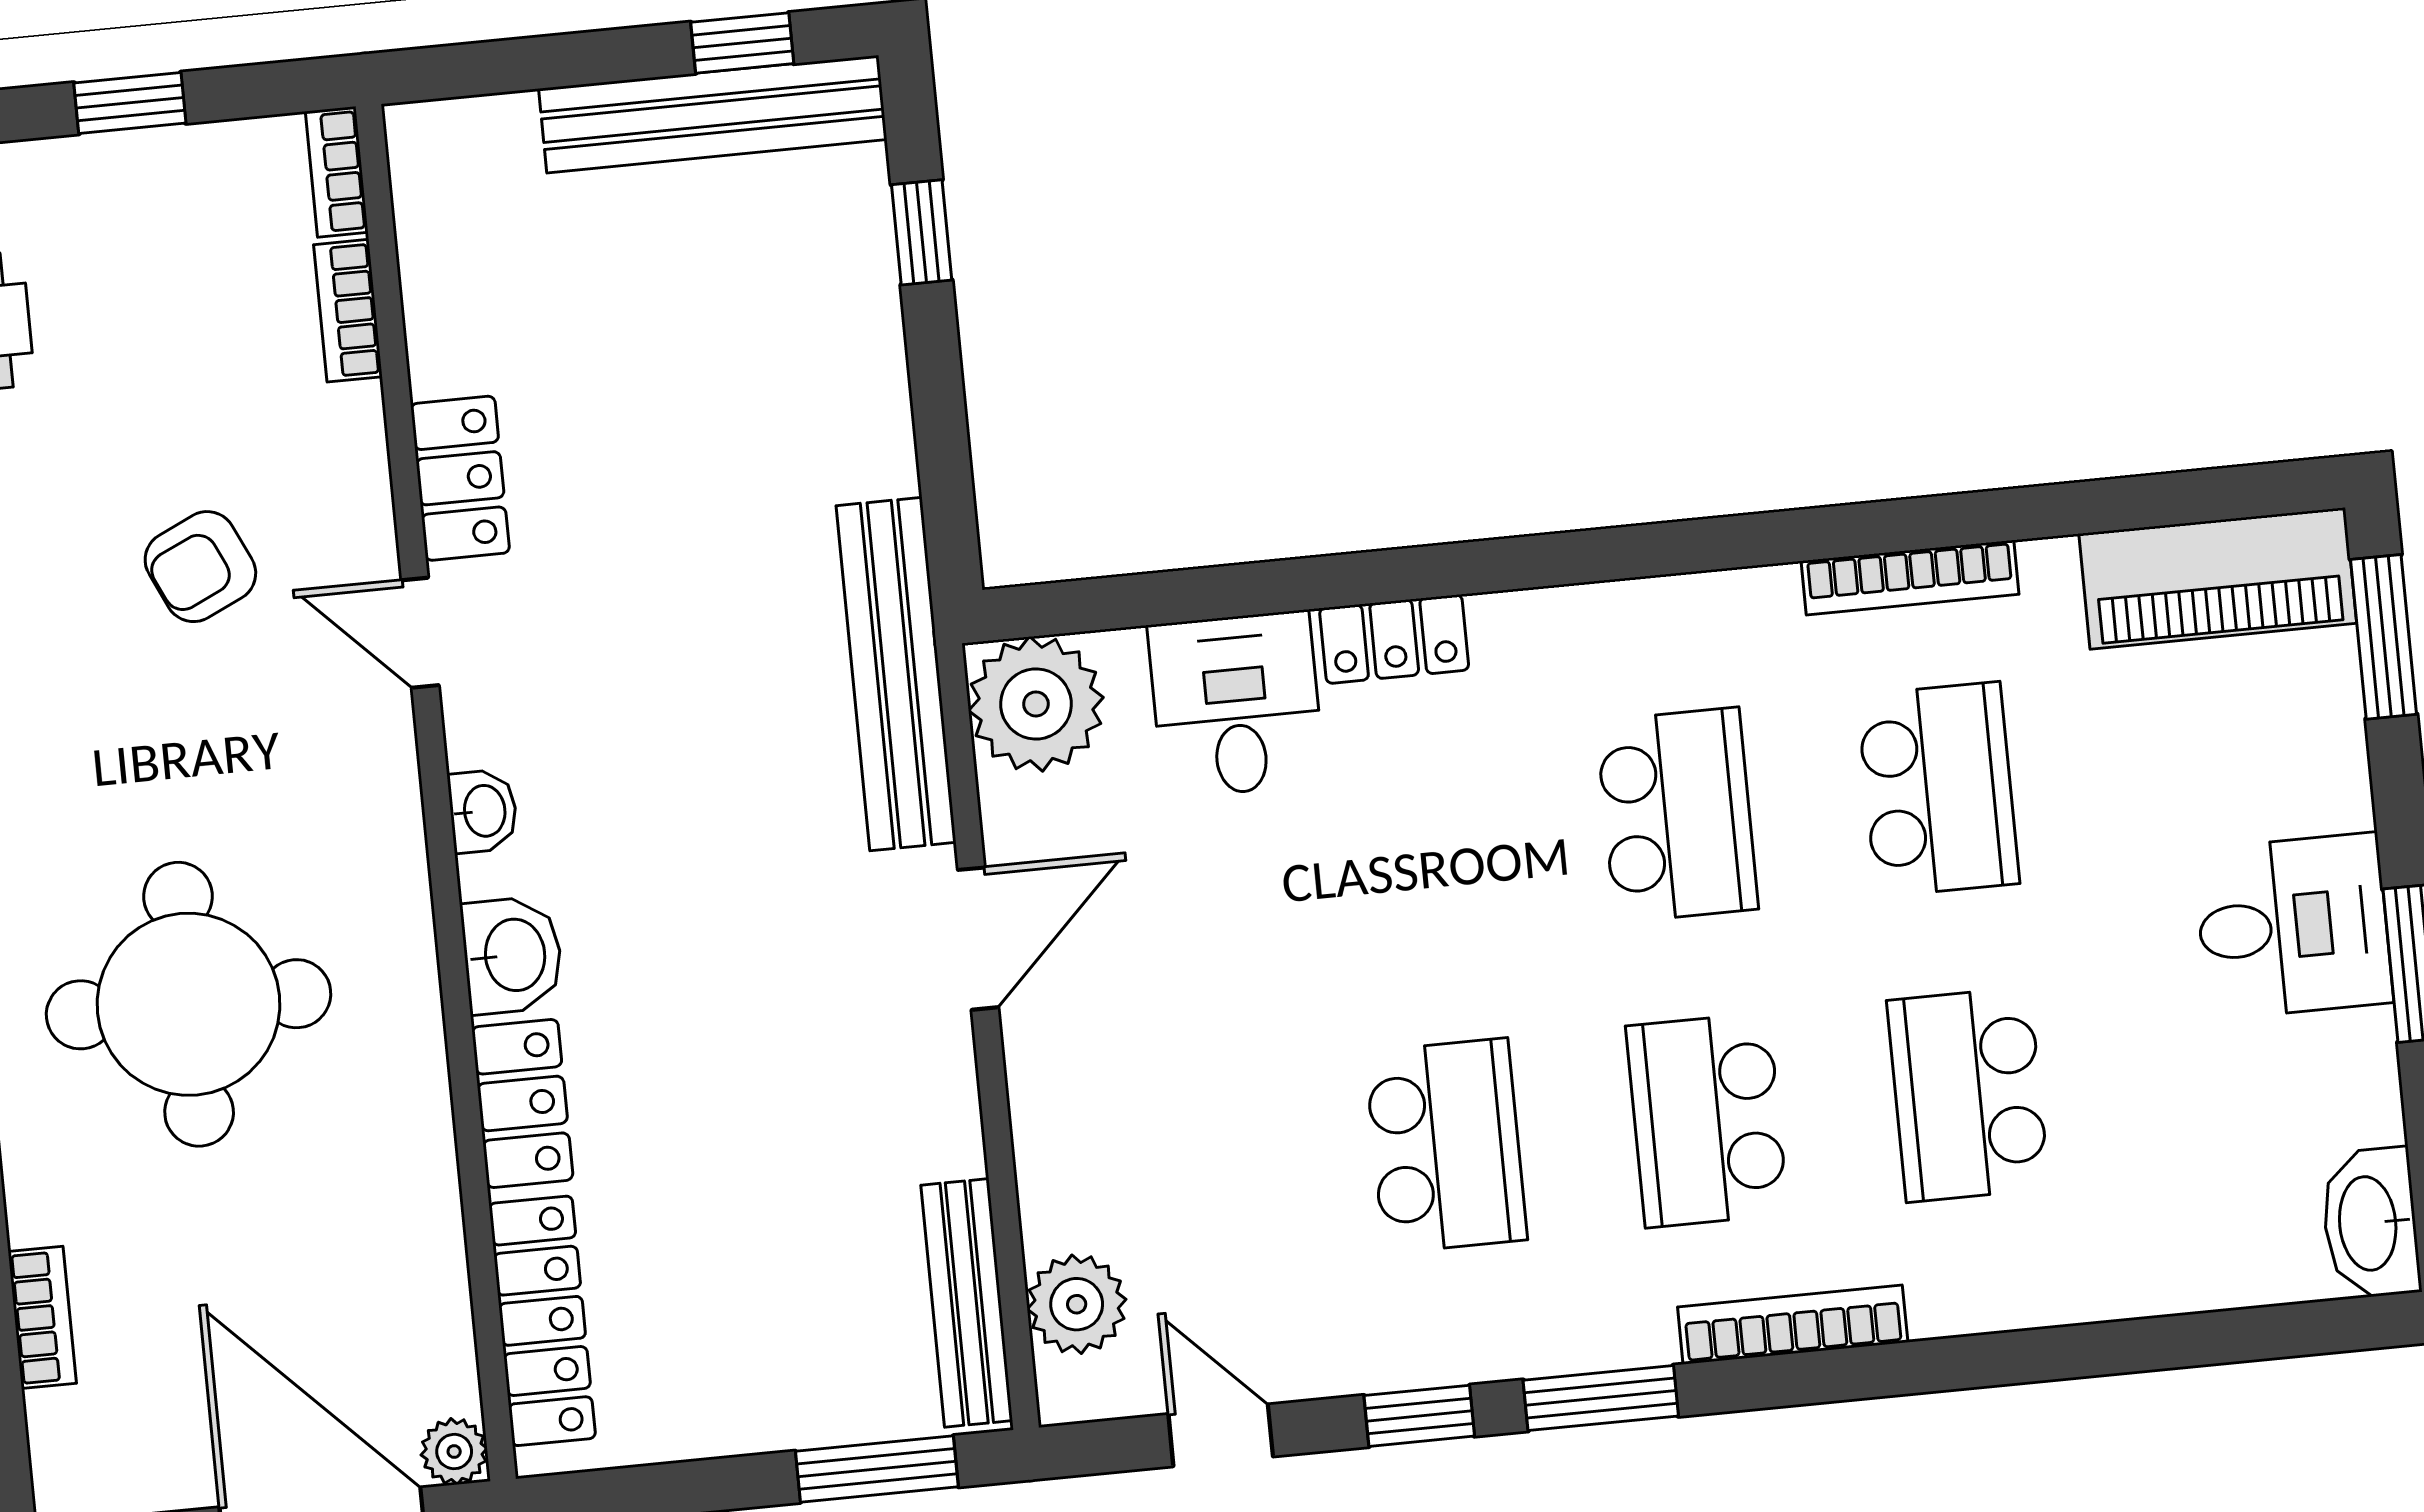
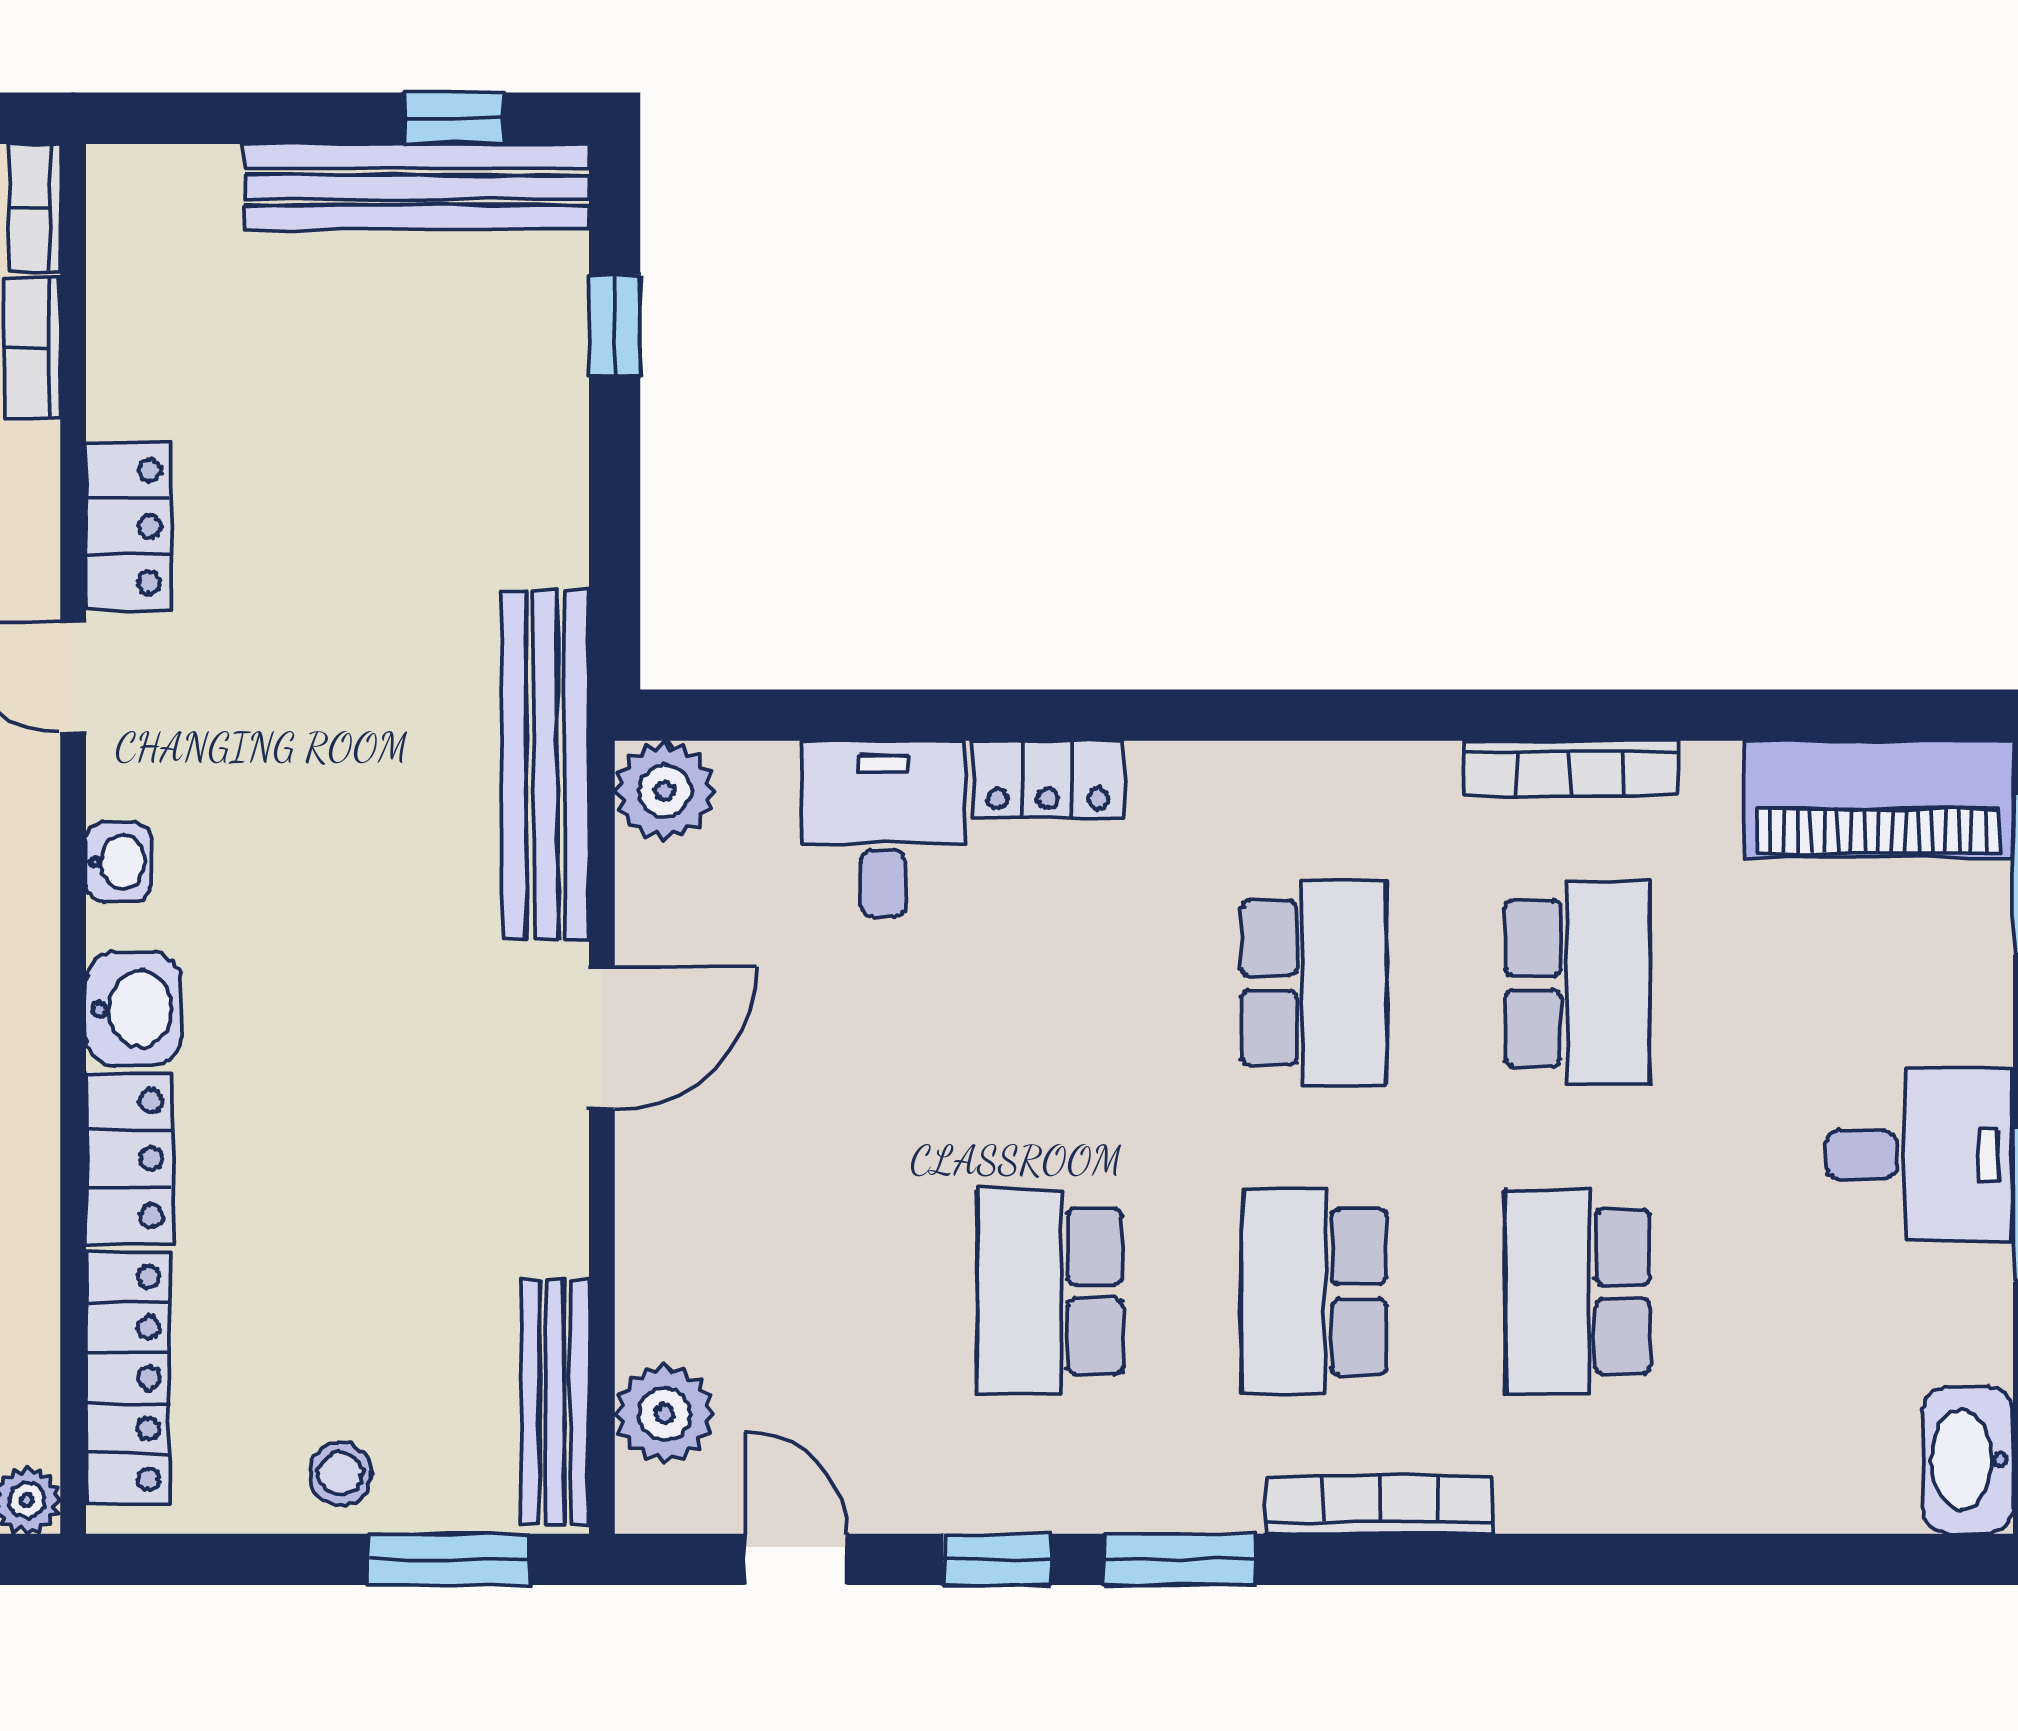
plant: (1036, 704) -> (665, 791), width x0.73, depth x0.73
school desk: (1446, 1146) -> (1050, 1292), turned 180
stool: (762, 1395) -> (340, 1474), added

